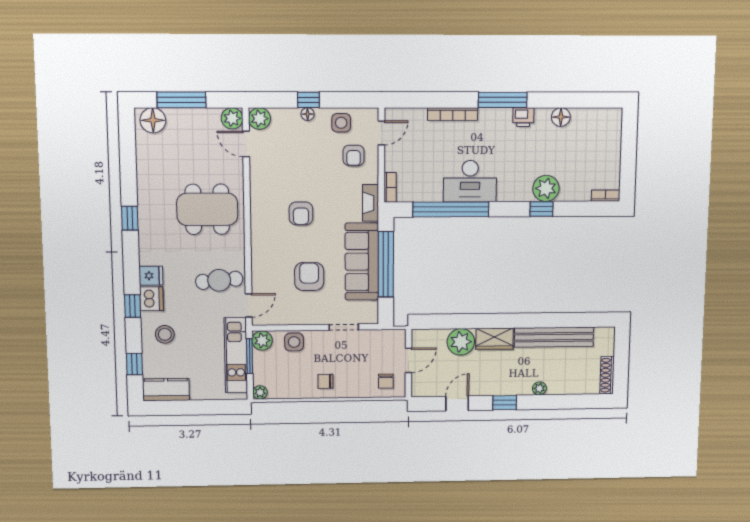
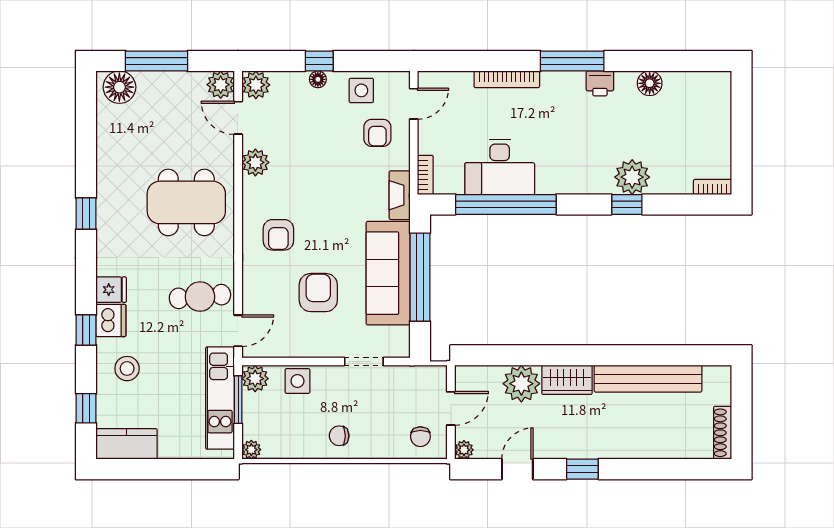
plant: (260, 178) -> (255, 162), added
desk: (470, 181) -> (500, 167), moved
armchair: (301, 213) -> (278, 235), moved
plant: (539, 388) -> (464, 450), moved

